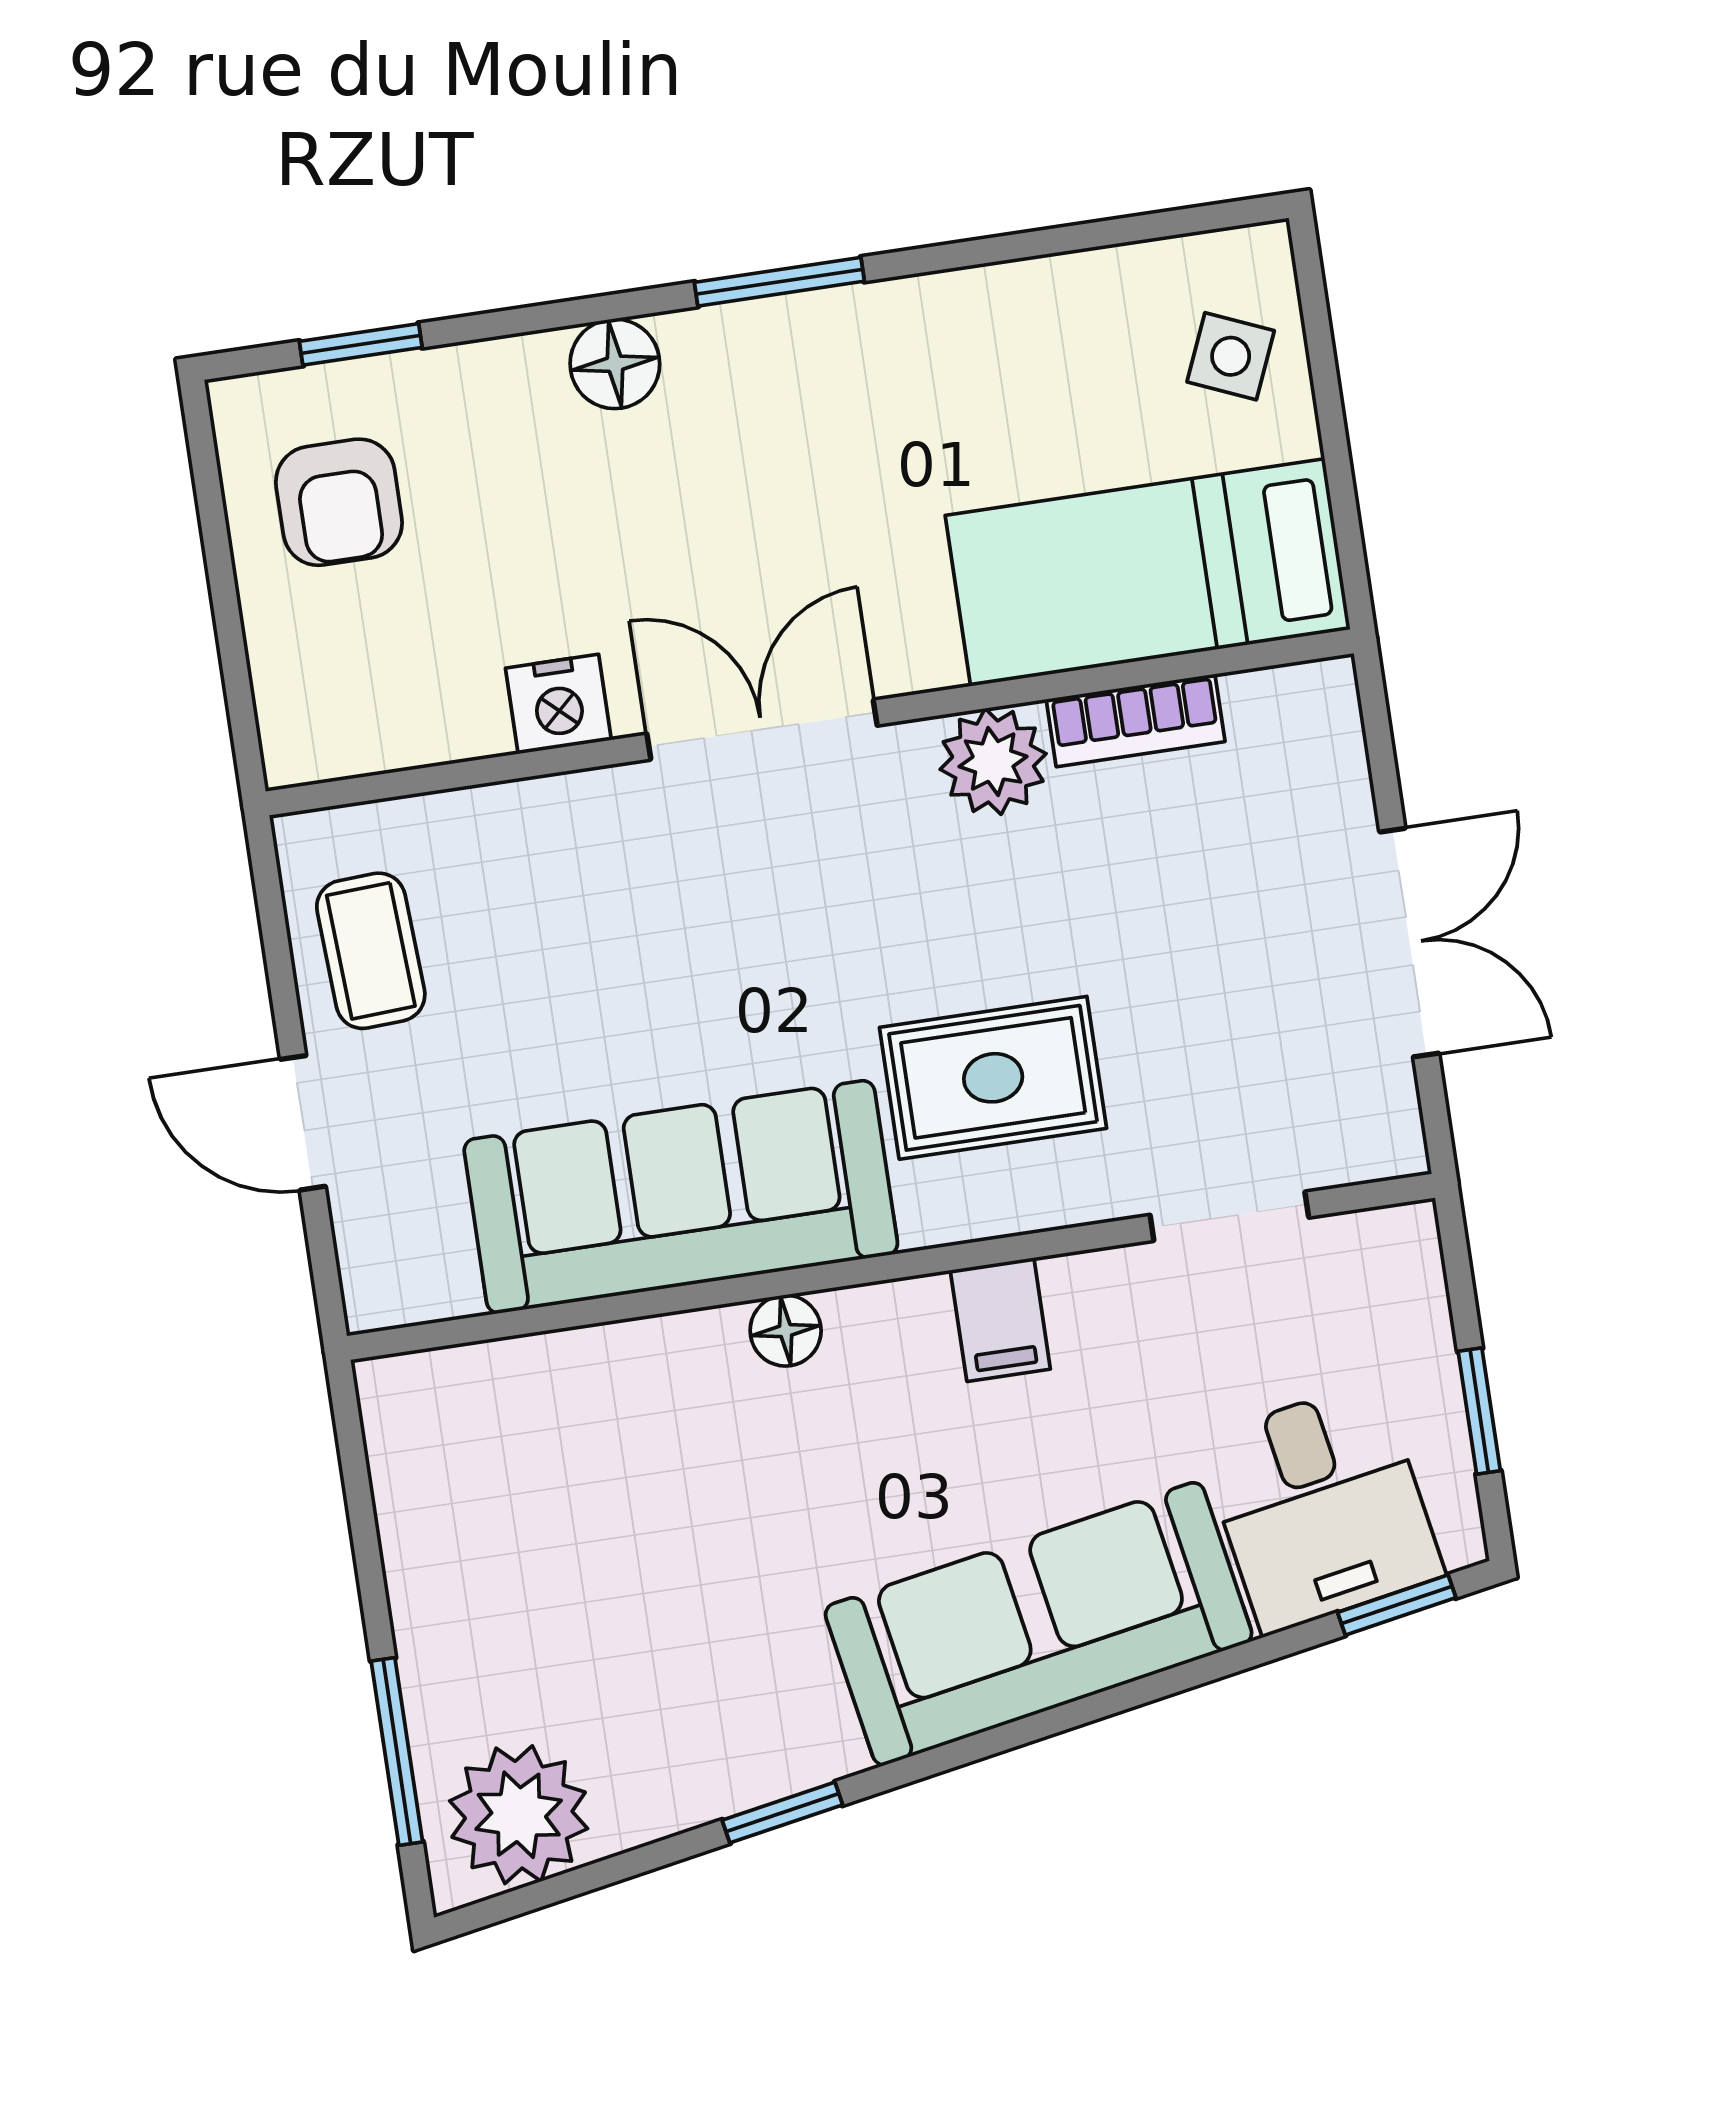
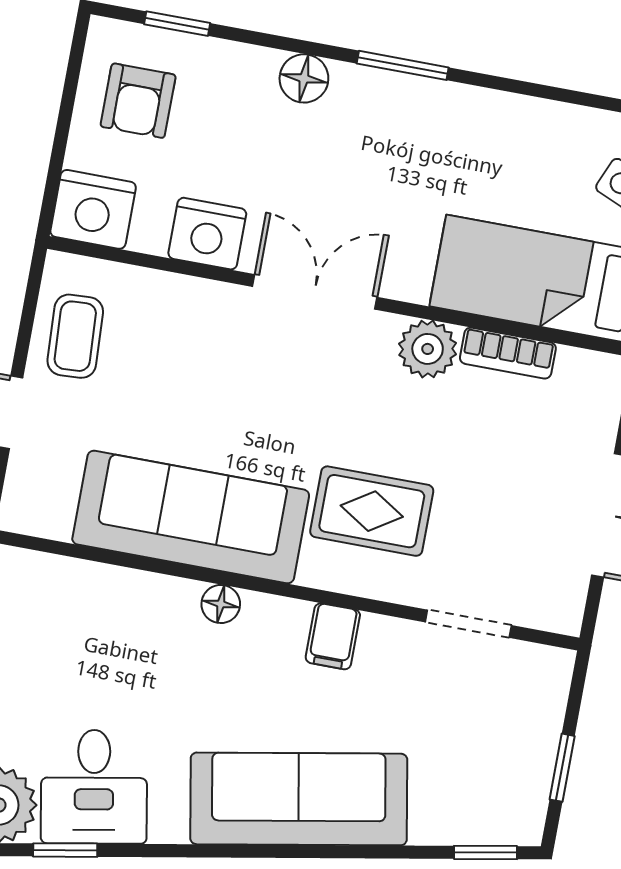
nightstand: (558, 704) -> (207, 234), width x1.36, depth x1.33
nightstand: (326, 719) -> (93, 209), added
desk: (1321, 1507) -> (94, 787), moved
window: (782, 1813) -> (65, 850), moved

